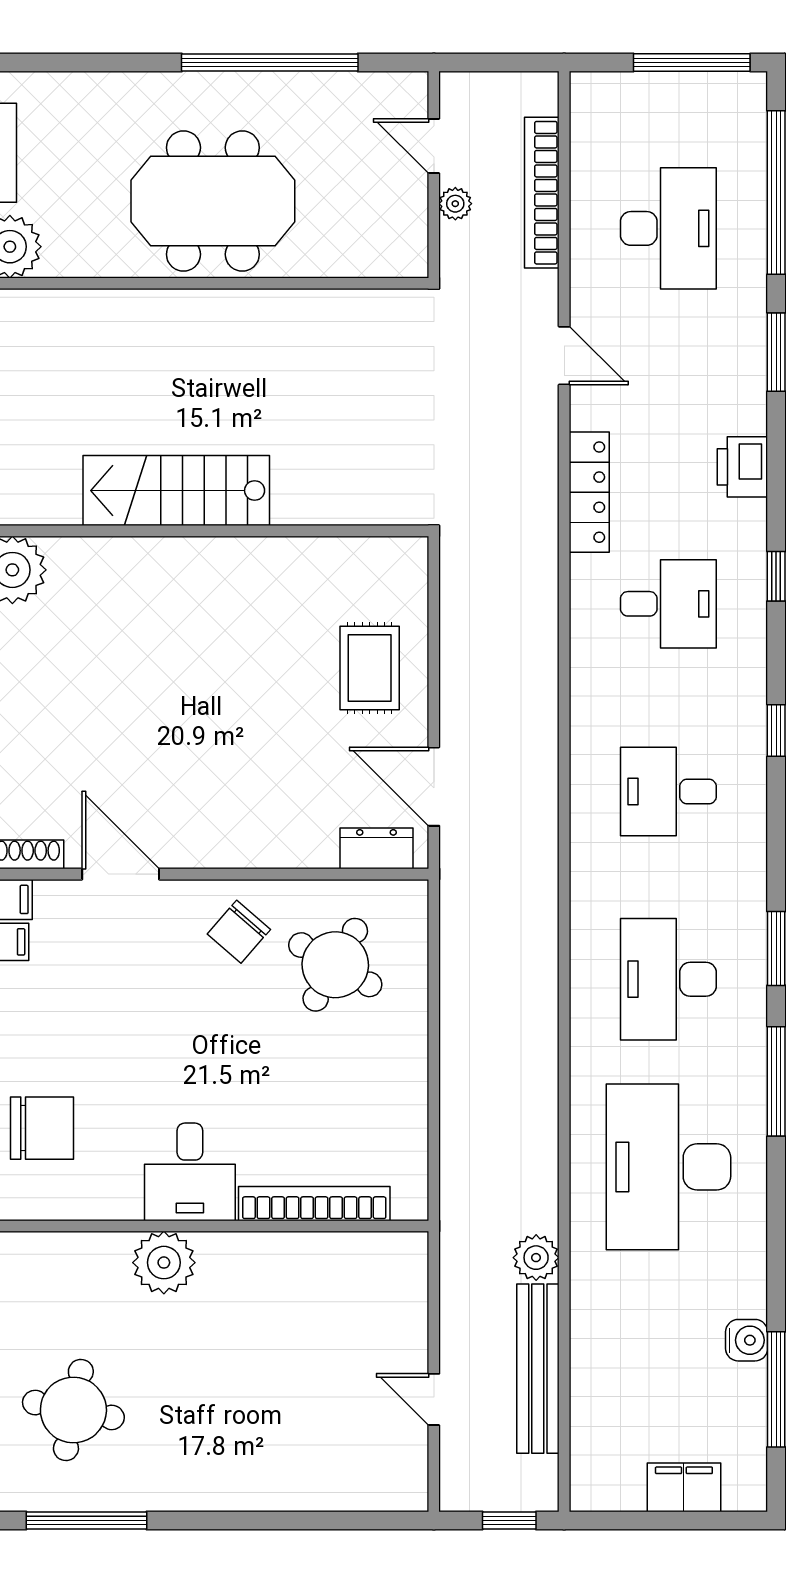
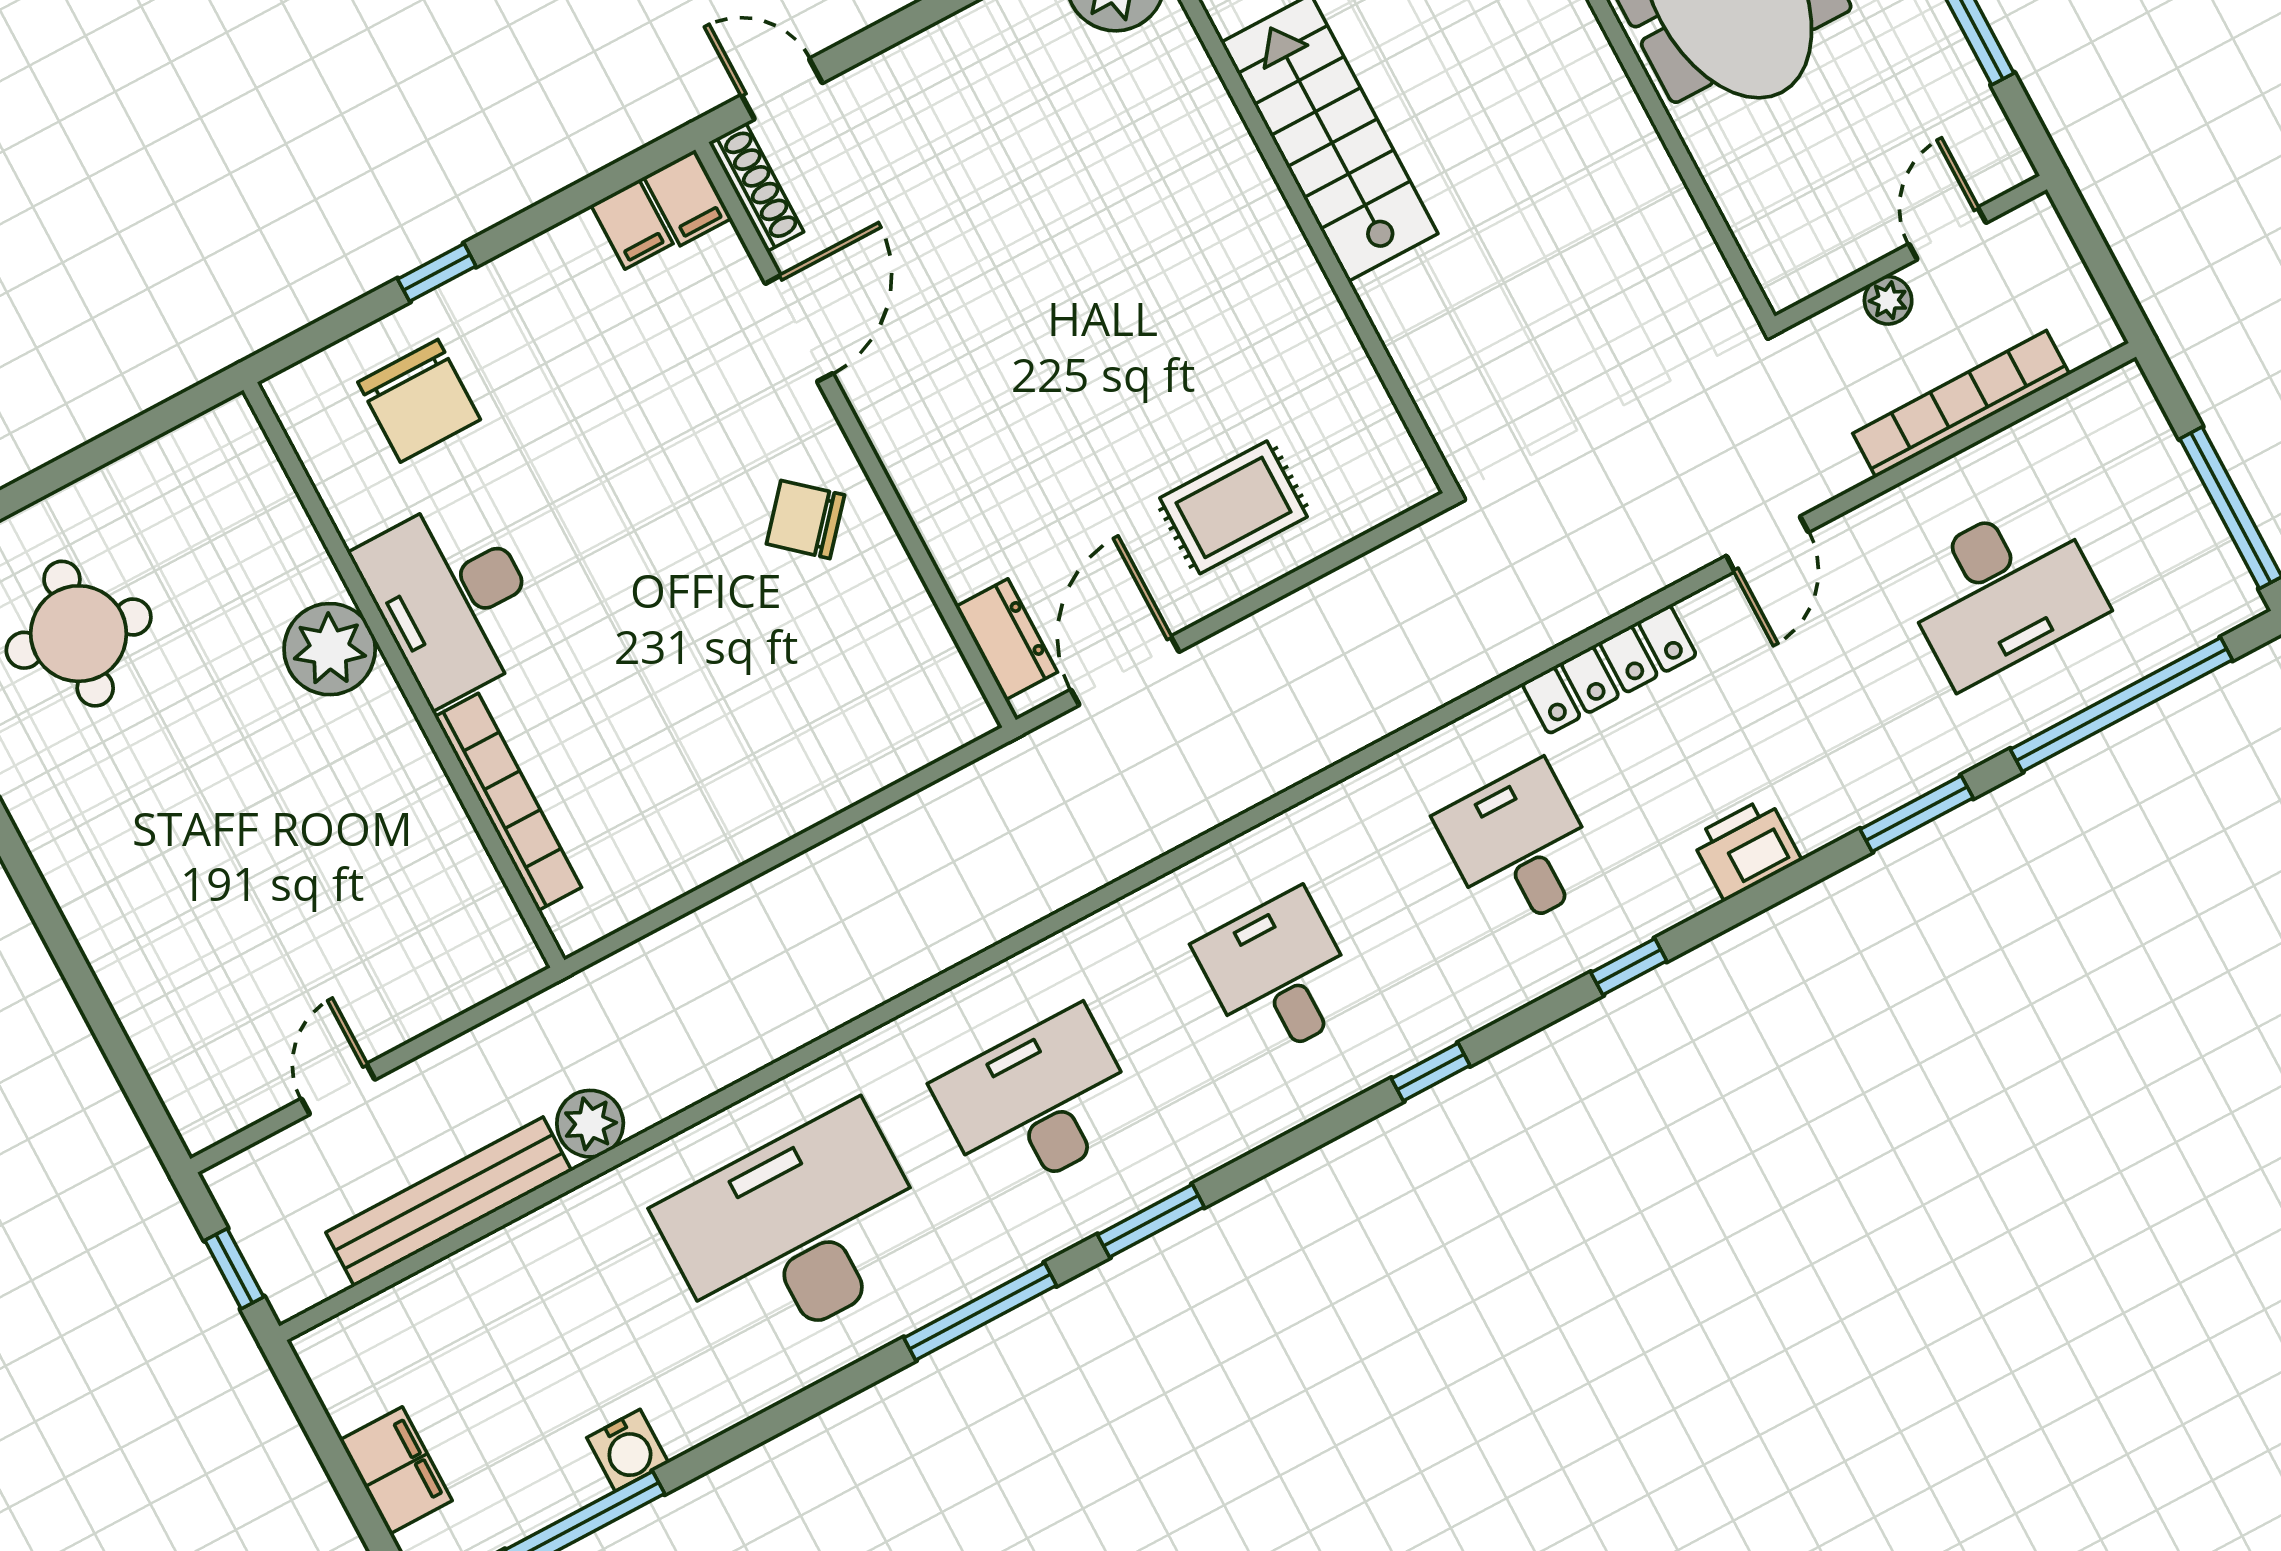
desk: (668, 604) -> (1520, 847), turned 180
round table: (335, 965) -> (829, 666), removed
desk: (190, 1172) -> (452, 599), width x1.37

